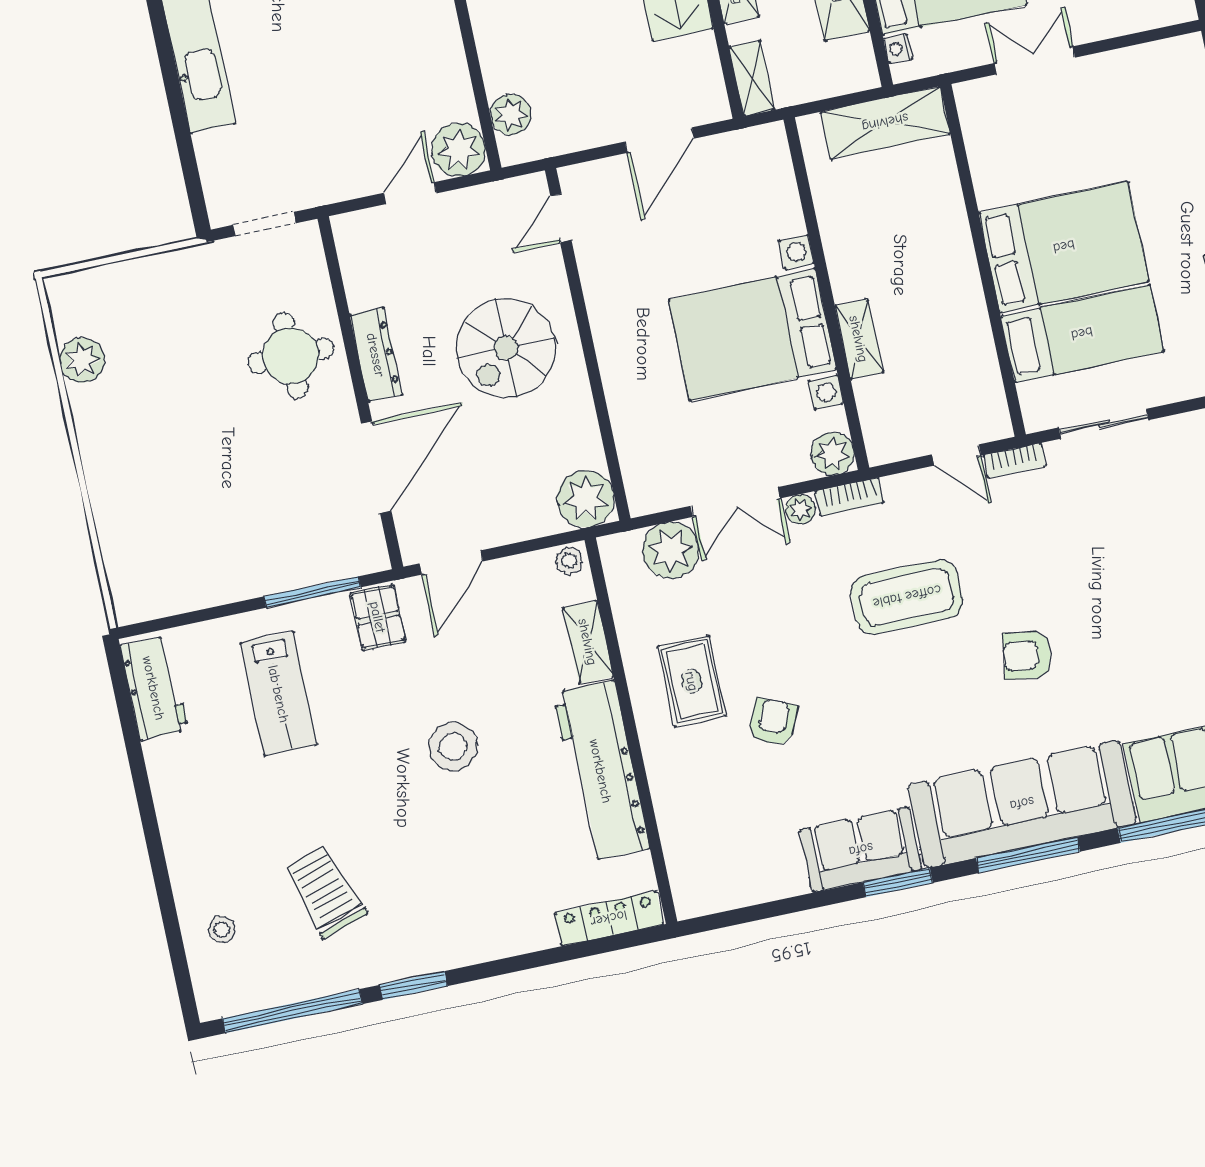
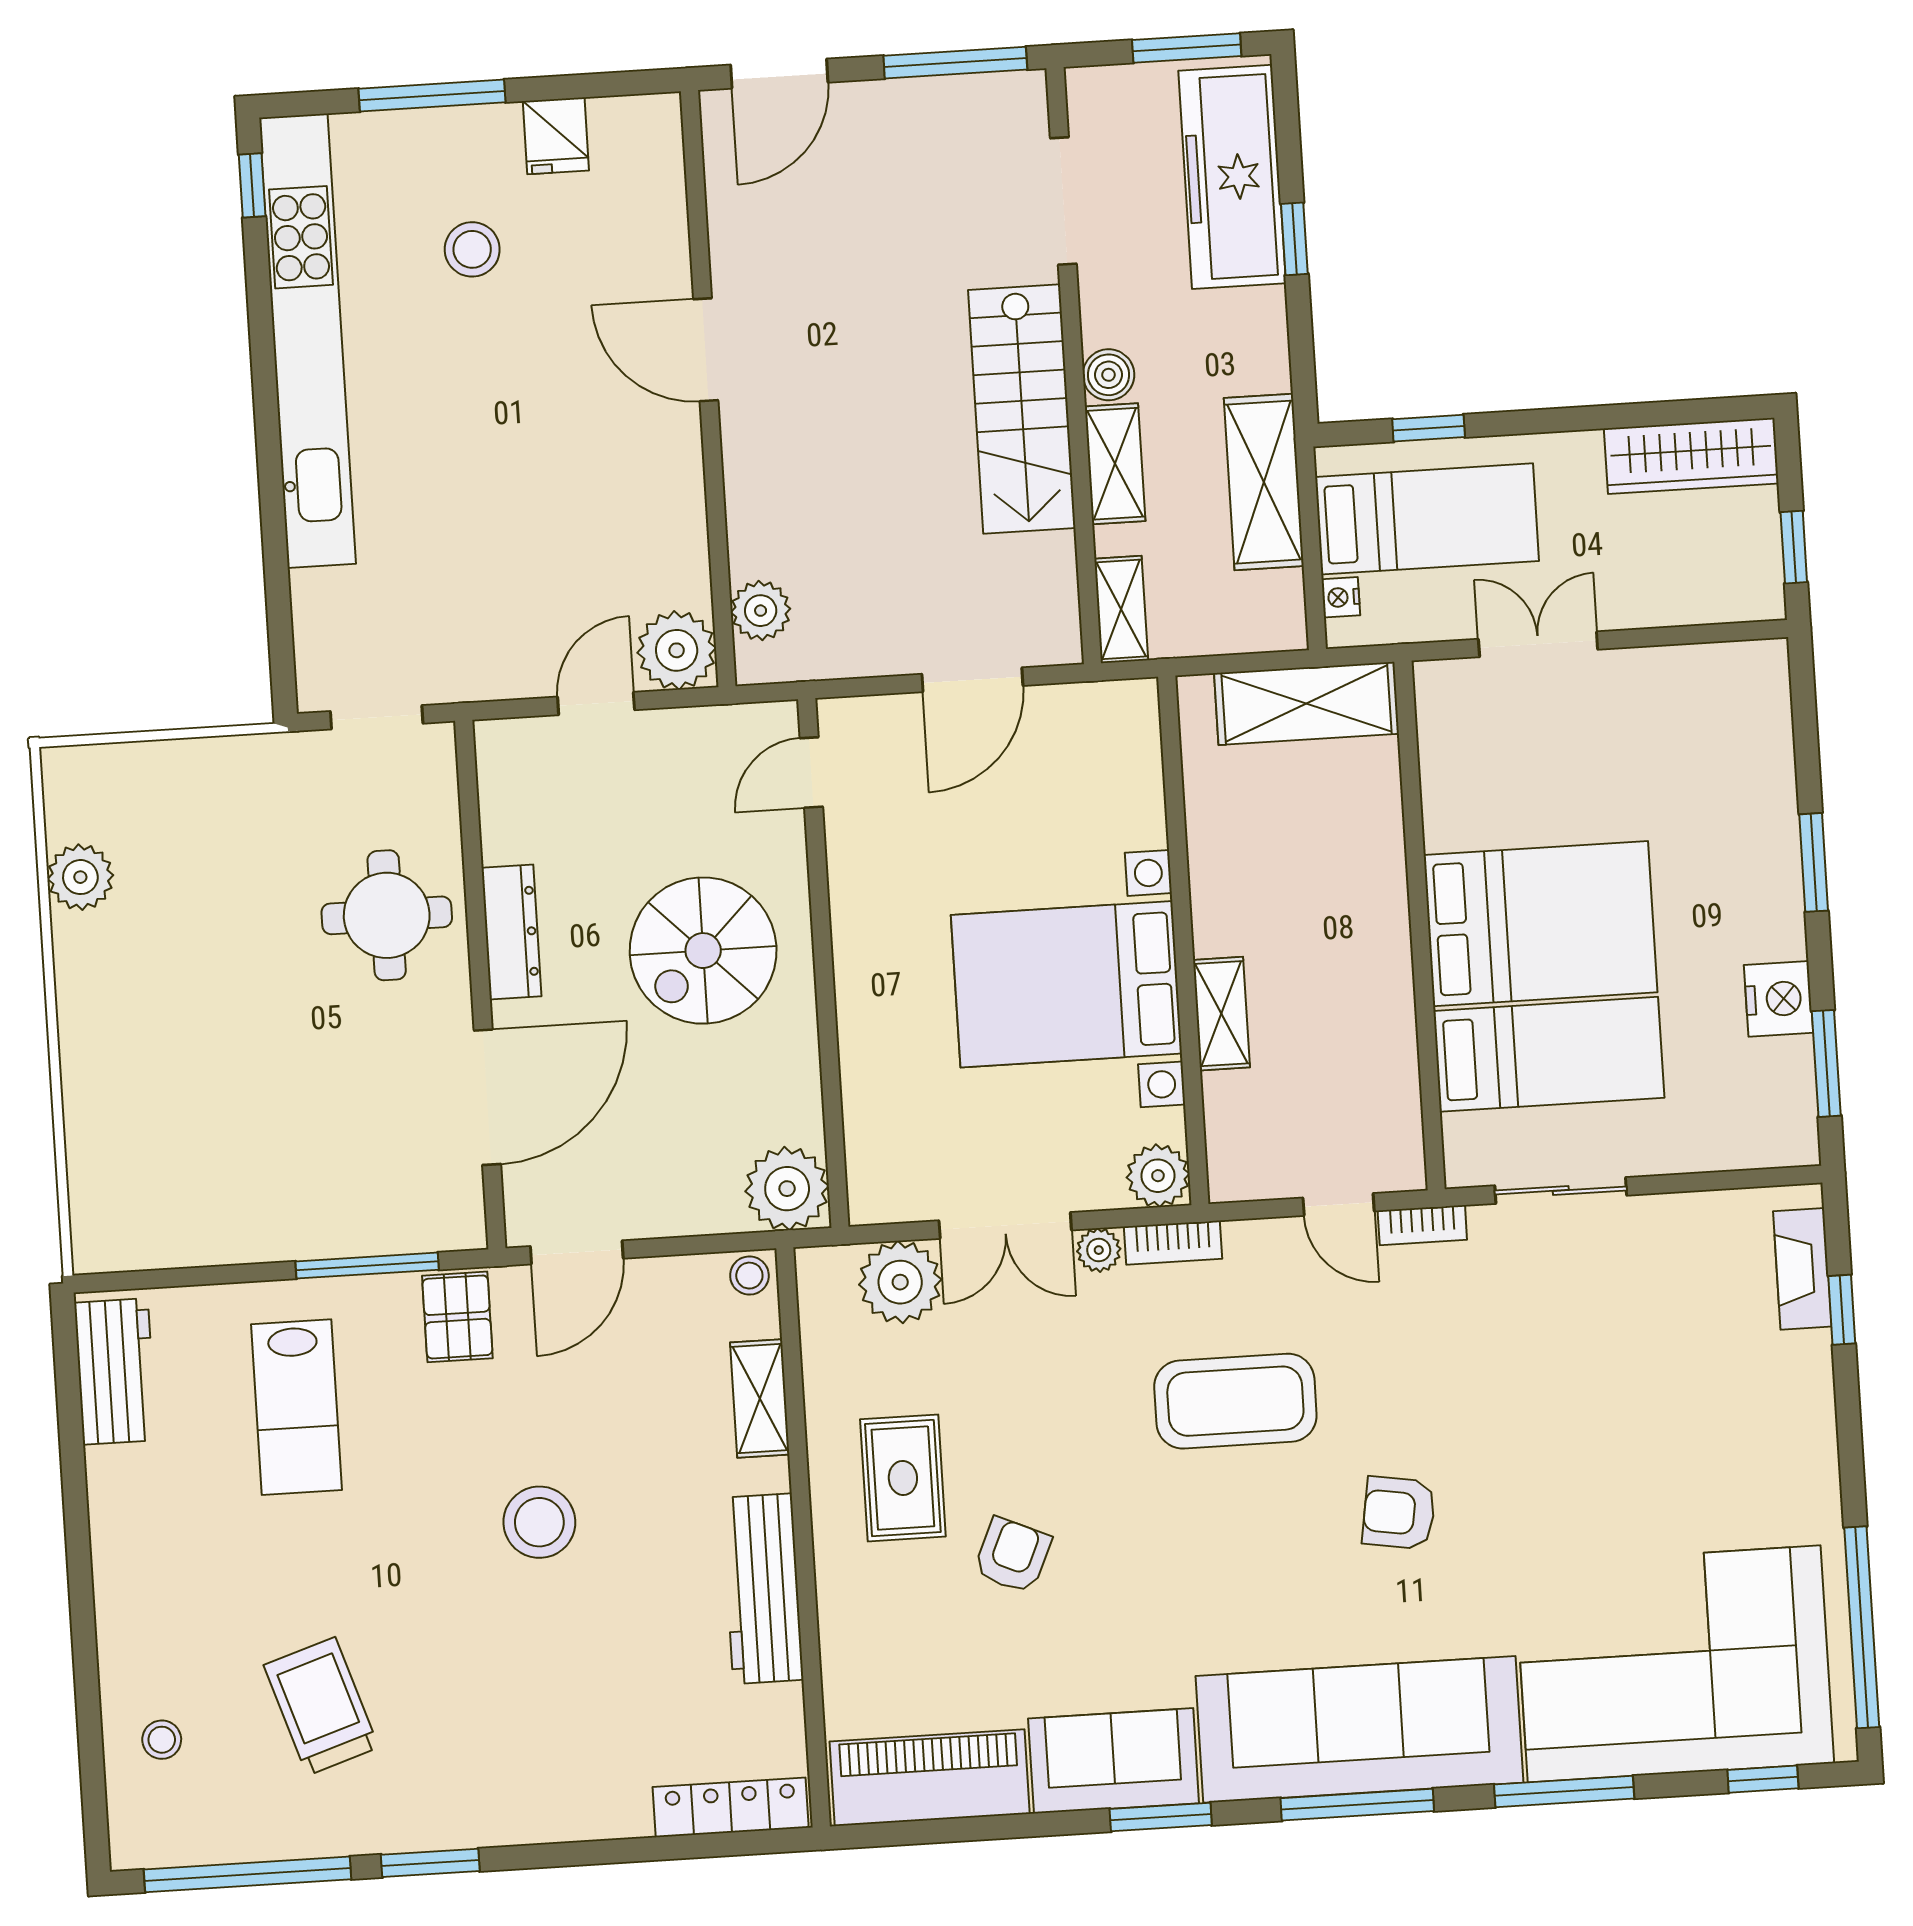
workbench: (601, 771) -> (763, 1589), width x0.73, depth x0.76
piano: (739, 879) -> (930, 1778), added

